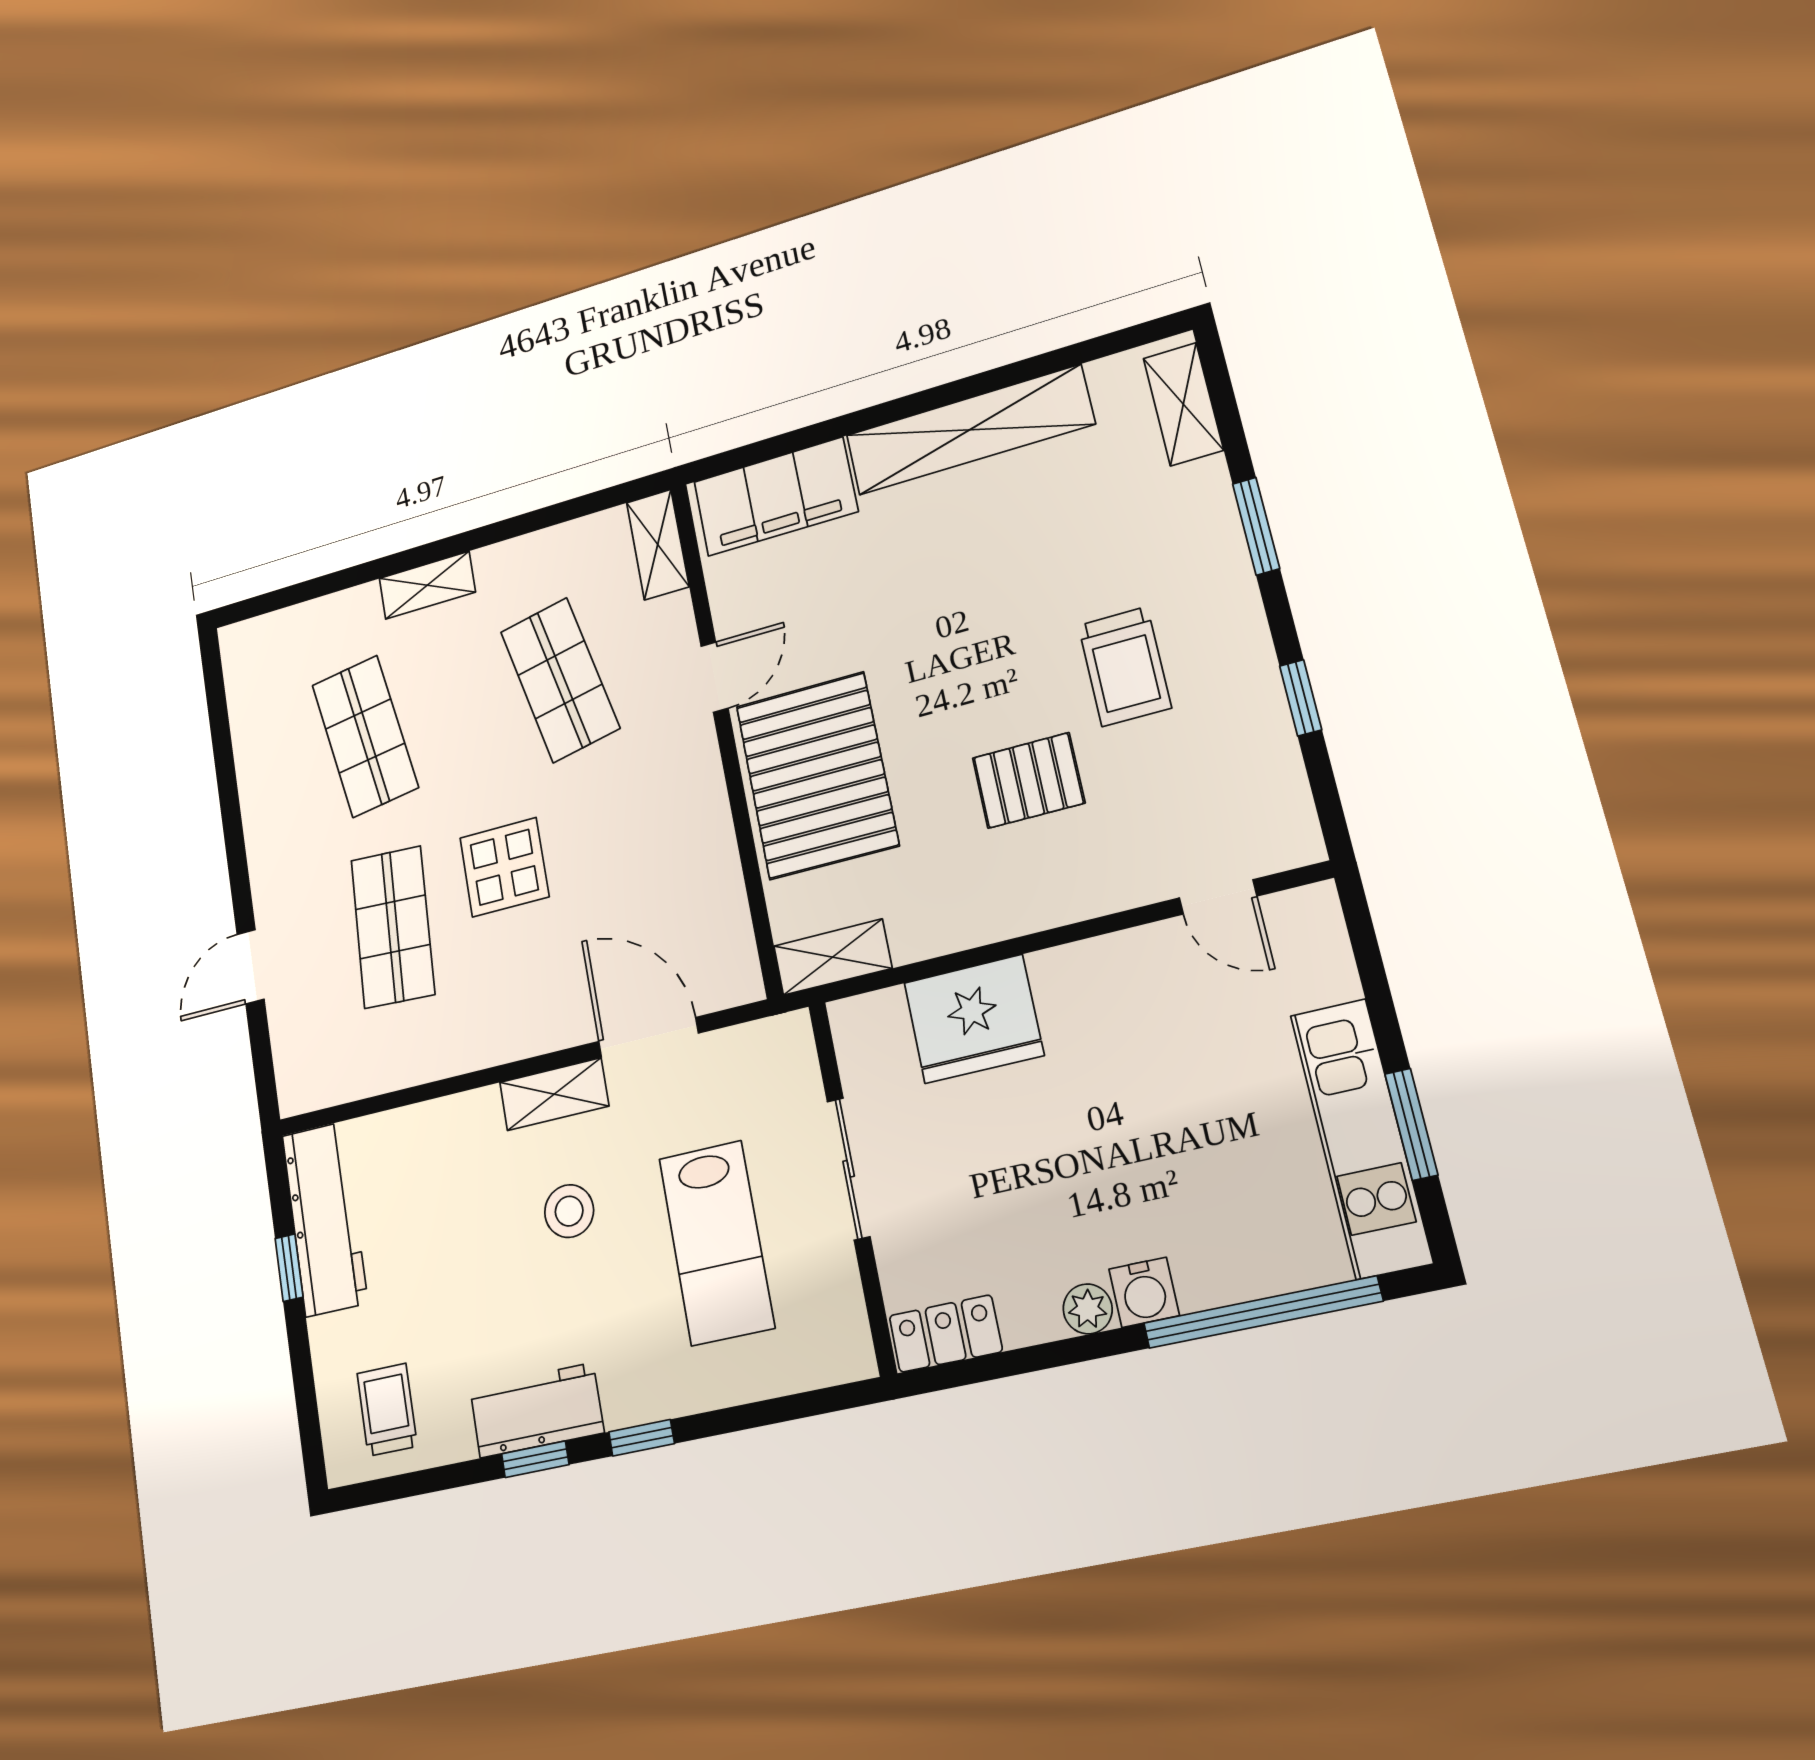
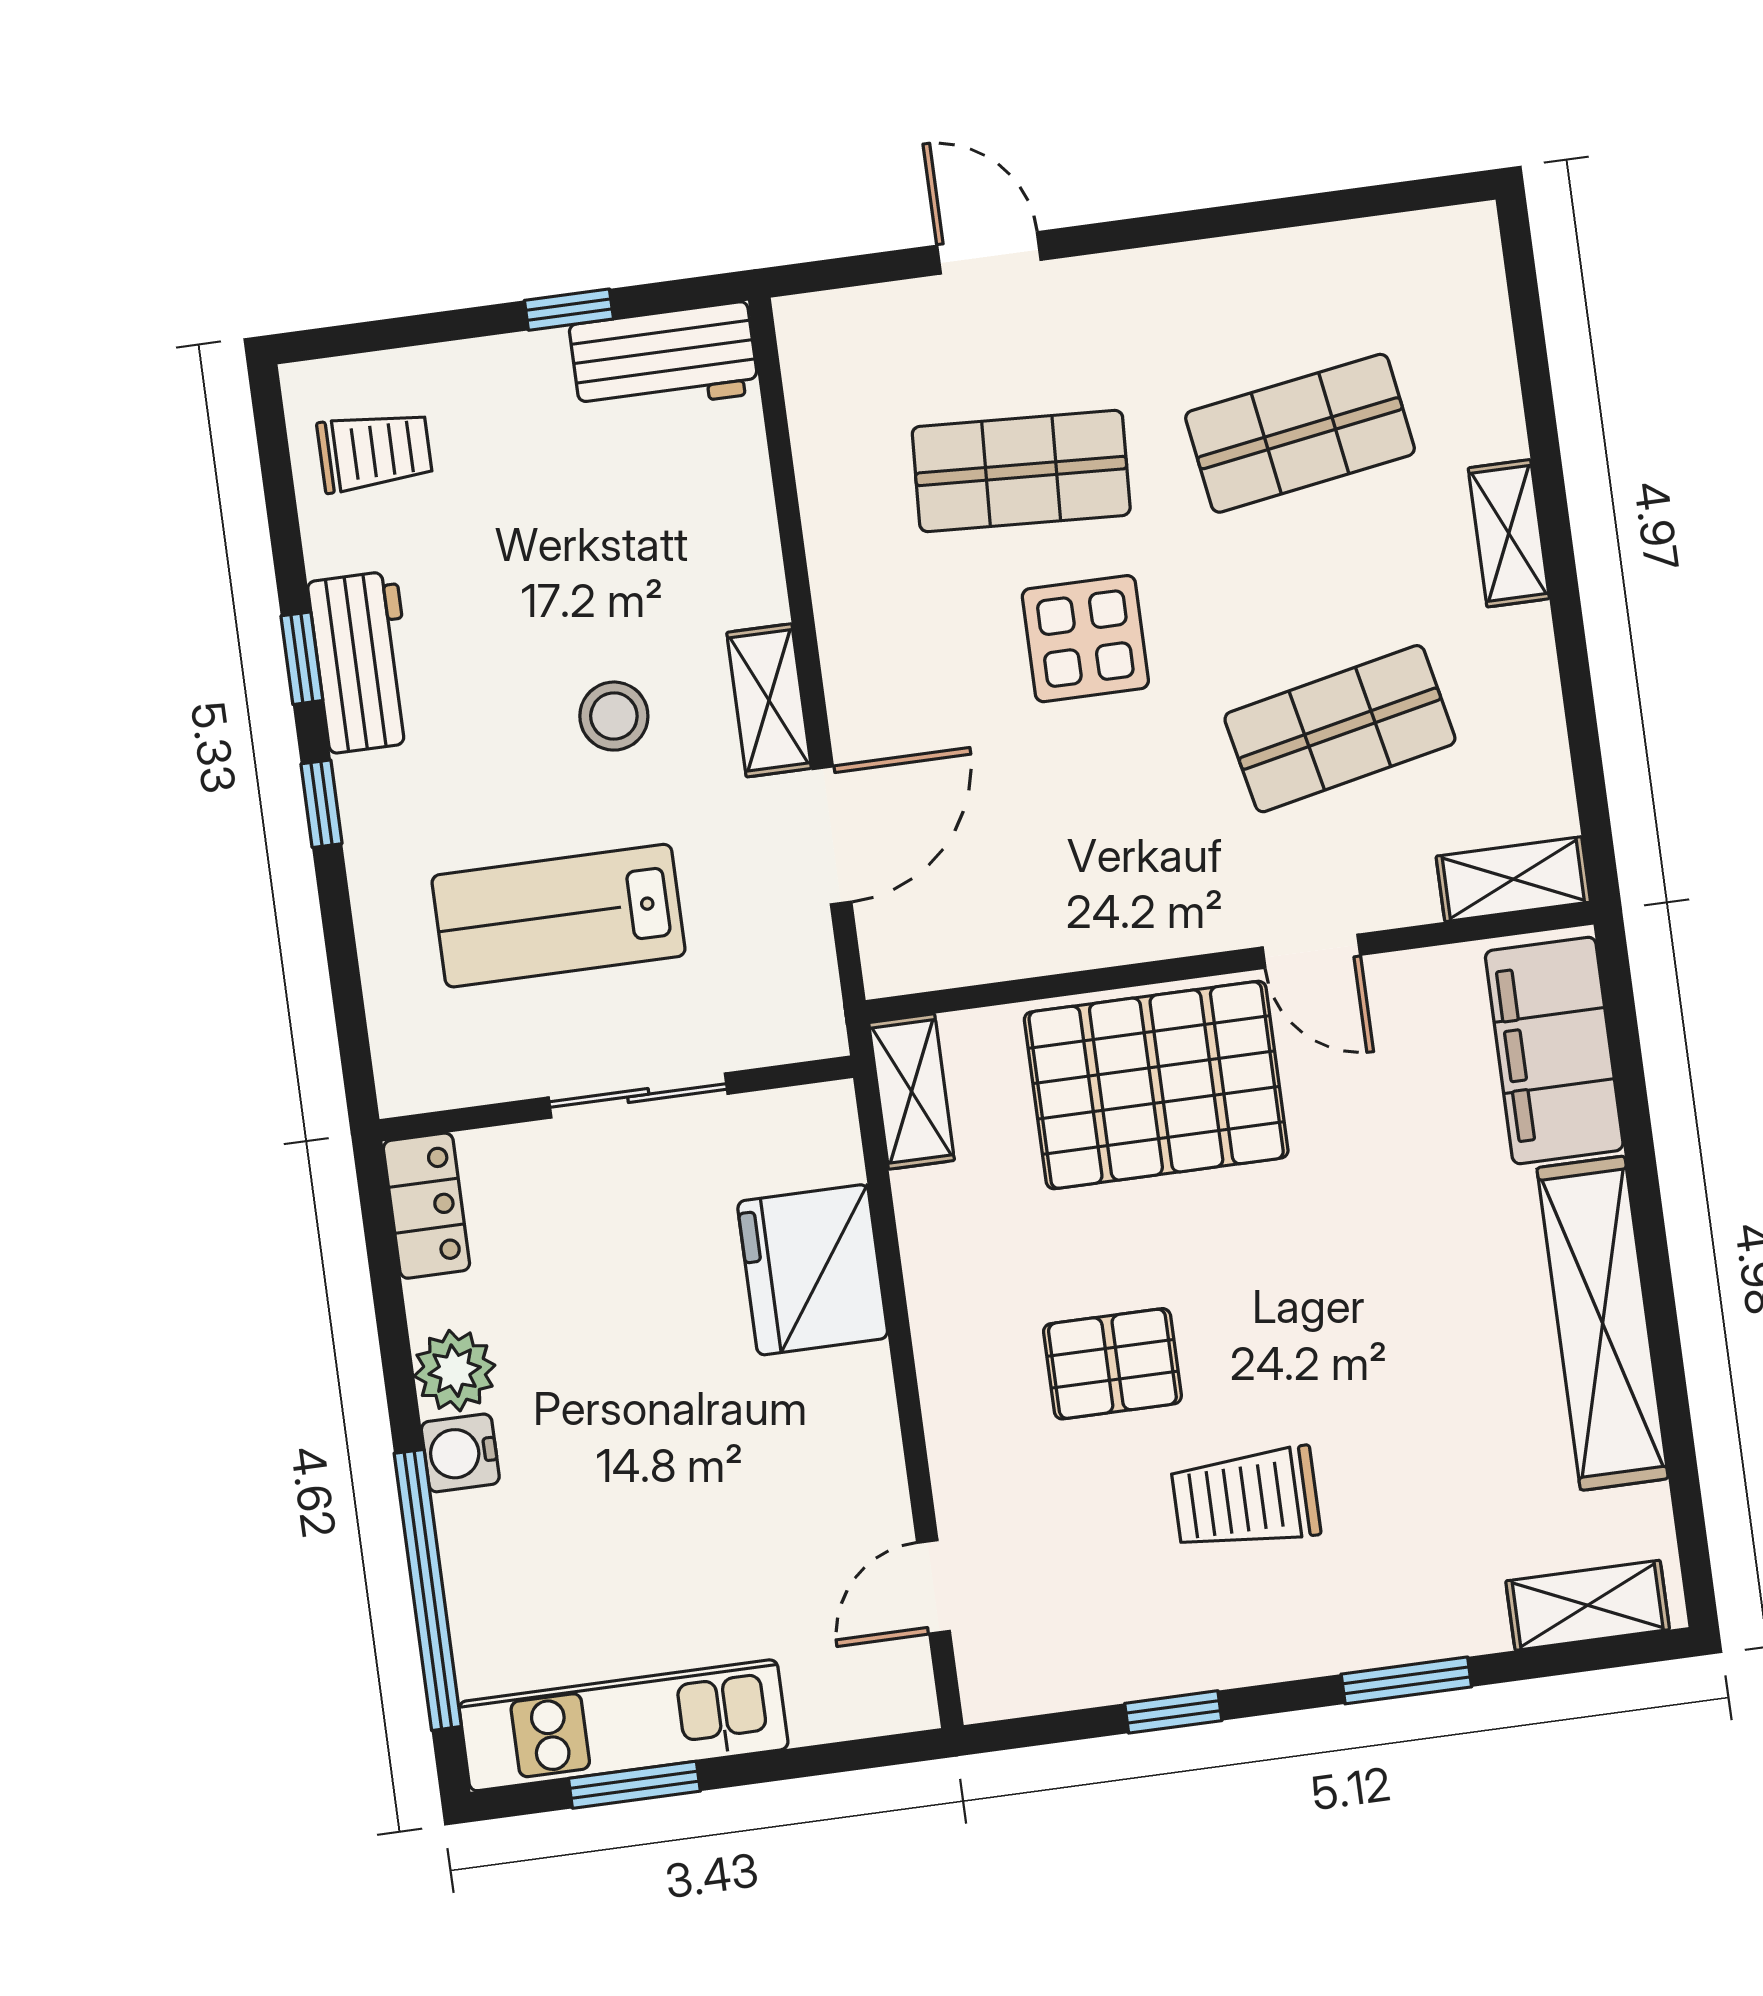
pallet: (1028, 780) -> (1112, 1364), turned 90
workbench: (325, 1219) -> (664, 359), width x0.73
plant: (1088, 1309) -> (455, 1371), width x1.38, depth x1.38

